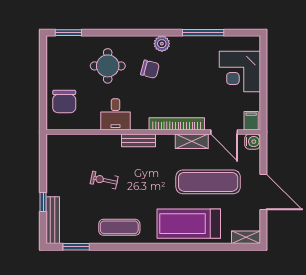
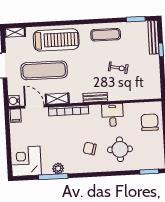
plant: (162, 44) -> (58, 169), moved
corner desk: (240, 72) -> (26, 161), moved, turned -90

